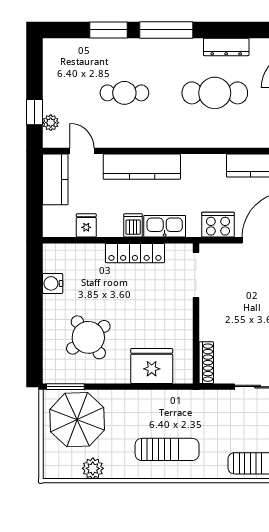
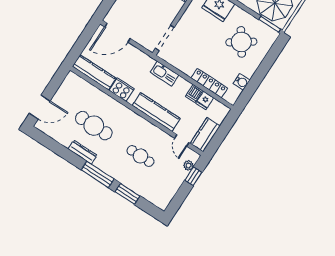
dresser: (226, 47) -> (83, 152), moved
dishwasher: (133, 225) -> (194, 93), moved
cooker: (218, 225) -> (122, 90), moved, turned 180
locker: (135, 253) -> (209, 83), moved

